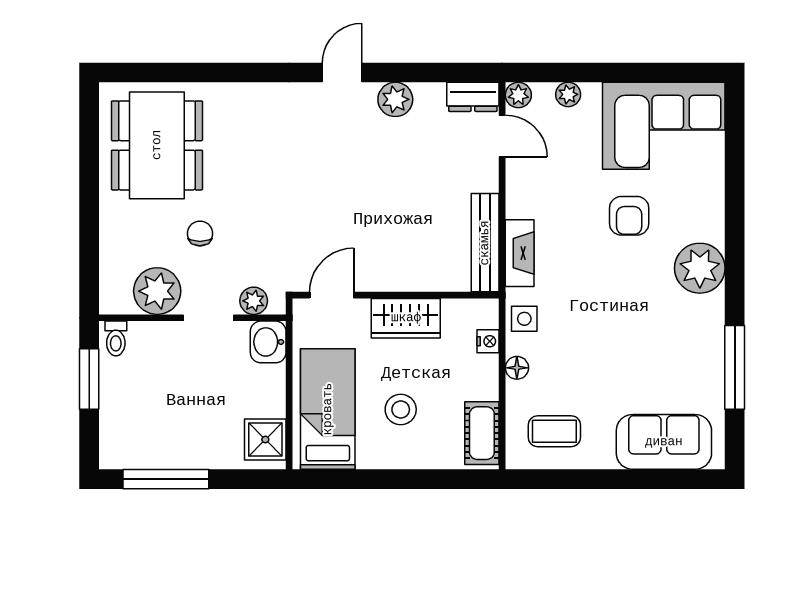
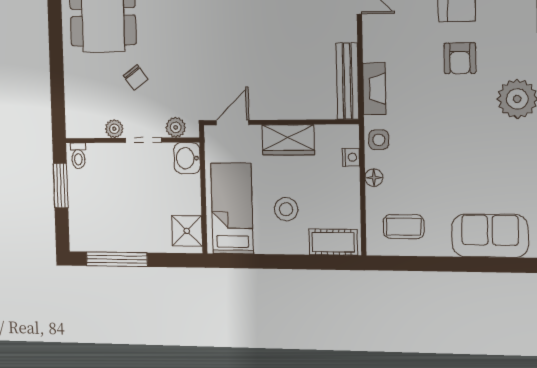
chair: (200, 233) -> (136, 77), turned 144
plant: (157, 291) -> (114, 129), width x0.53, depth x0.53
cot: (482, 433) -> (333, 242), moved, turned 90

